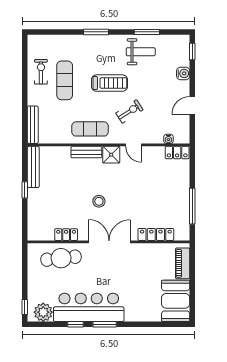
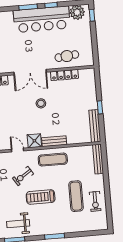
locker: (66, 235) -> (64, 75), width x1.53
cafe table: (61, 258) -> (67, 56), width x0.73, depth x0.74

